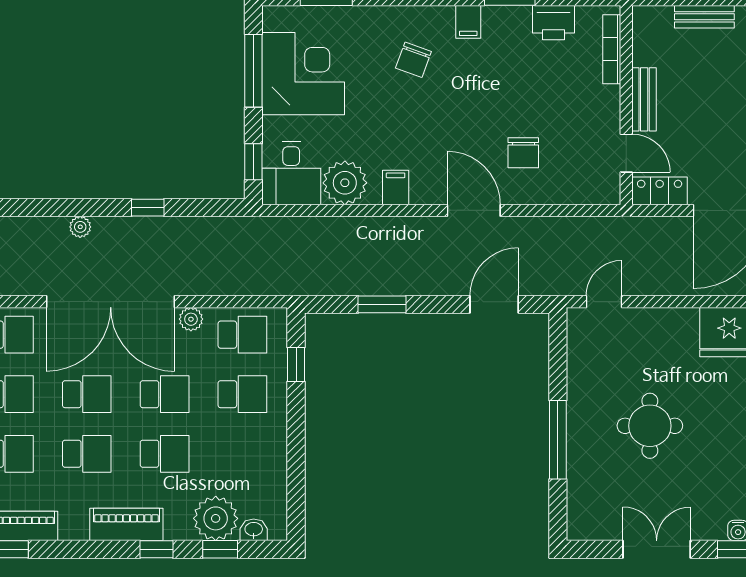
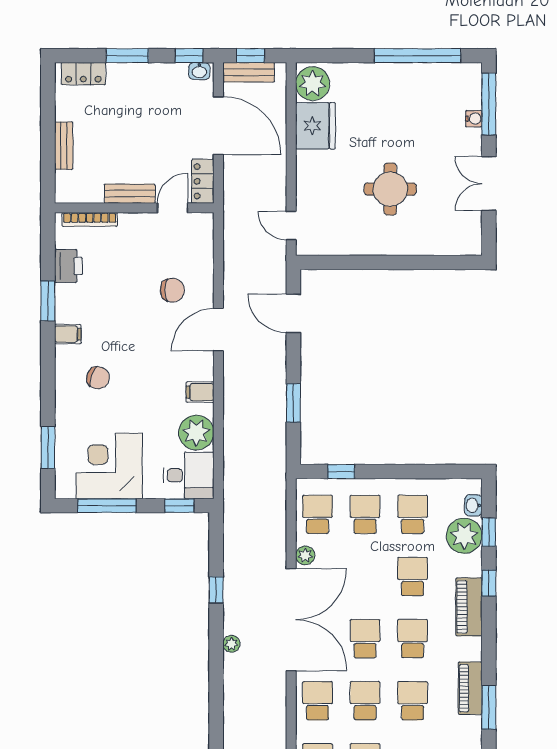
school desk: (165, 394) -> (413, 514), moved
window: (558, 440) -> (401, 262), removed

